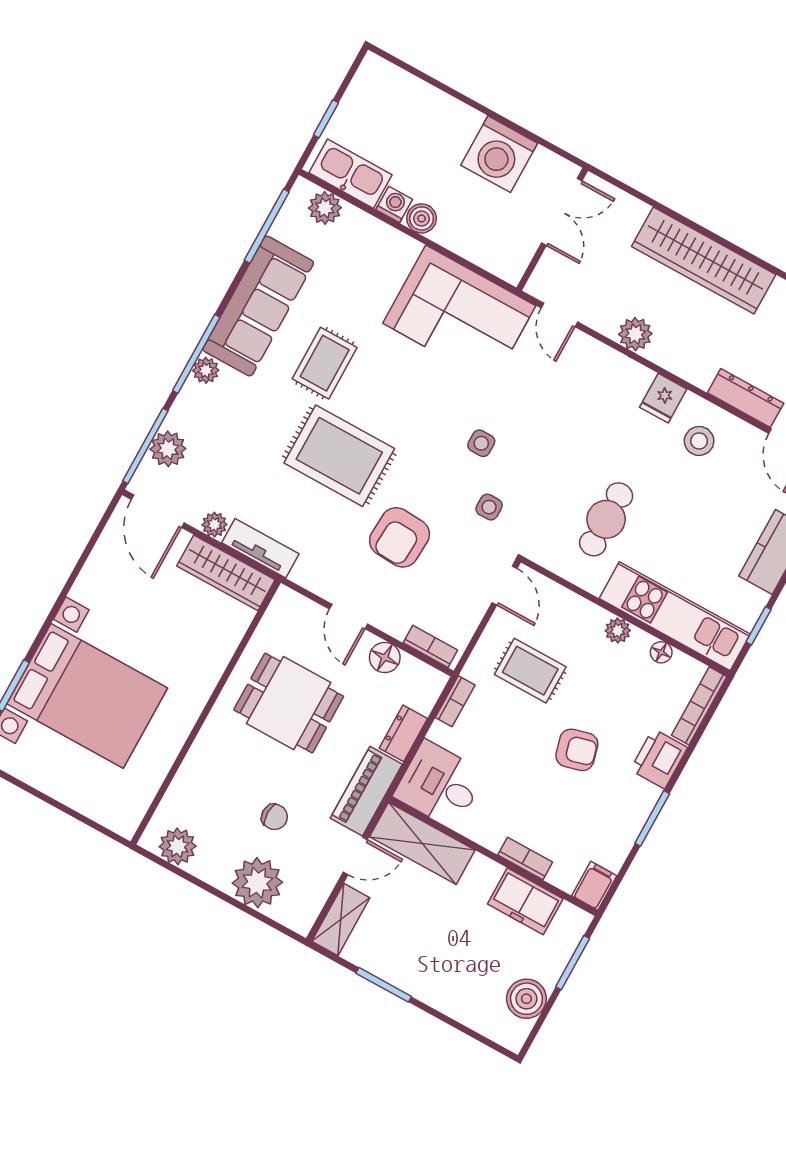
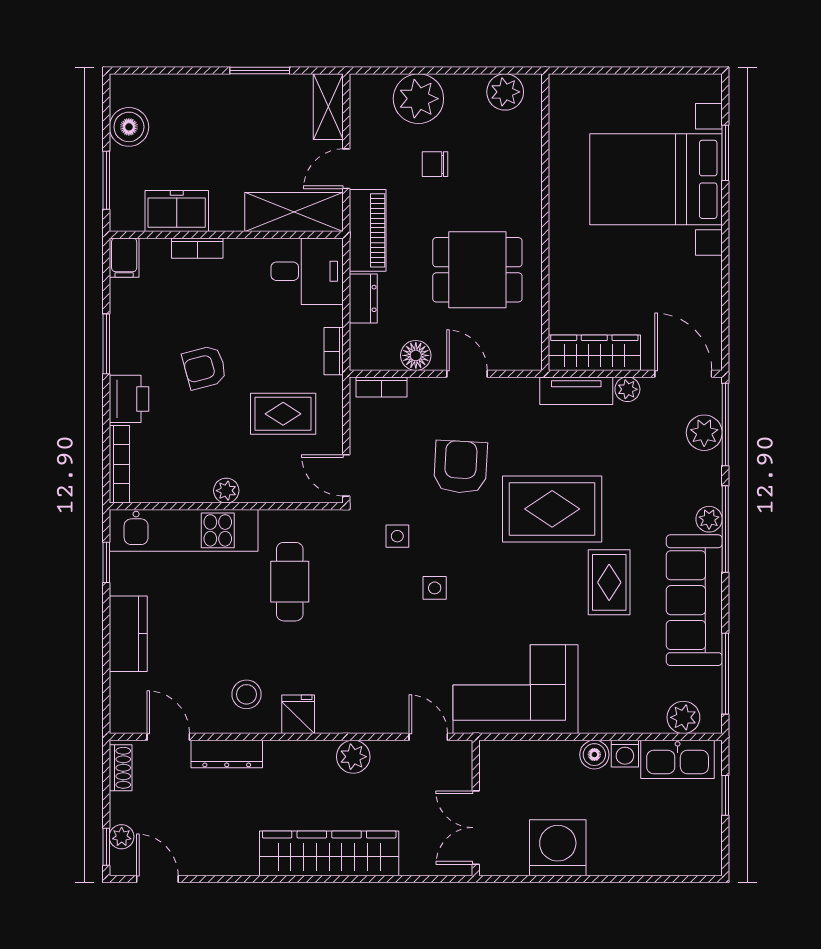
floor lamp: (661, 652) -> (178, 493), removed

